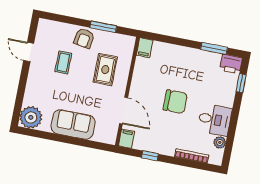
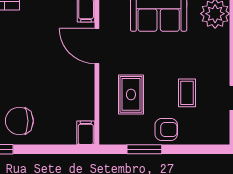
armchair: (84, 38) -> (166, 129), turned 81
chair: (175, 102) -> (19, 121), moved

